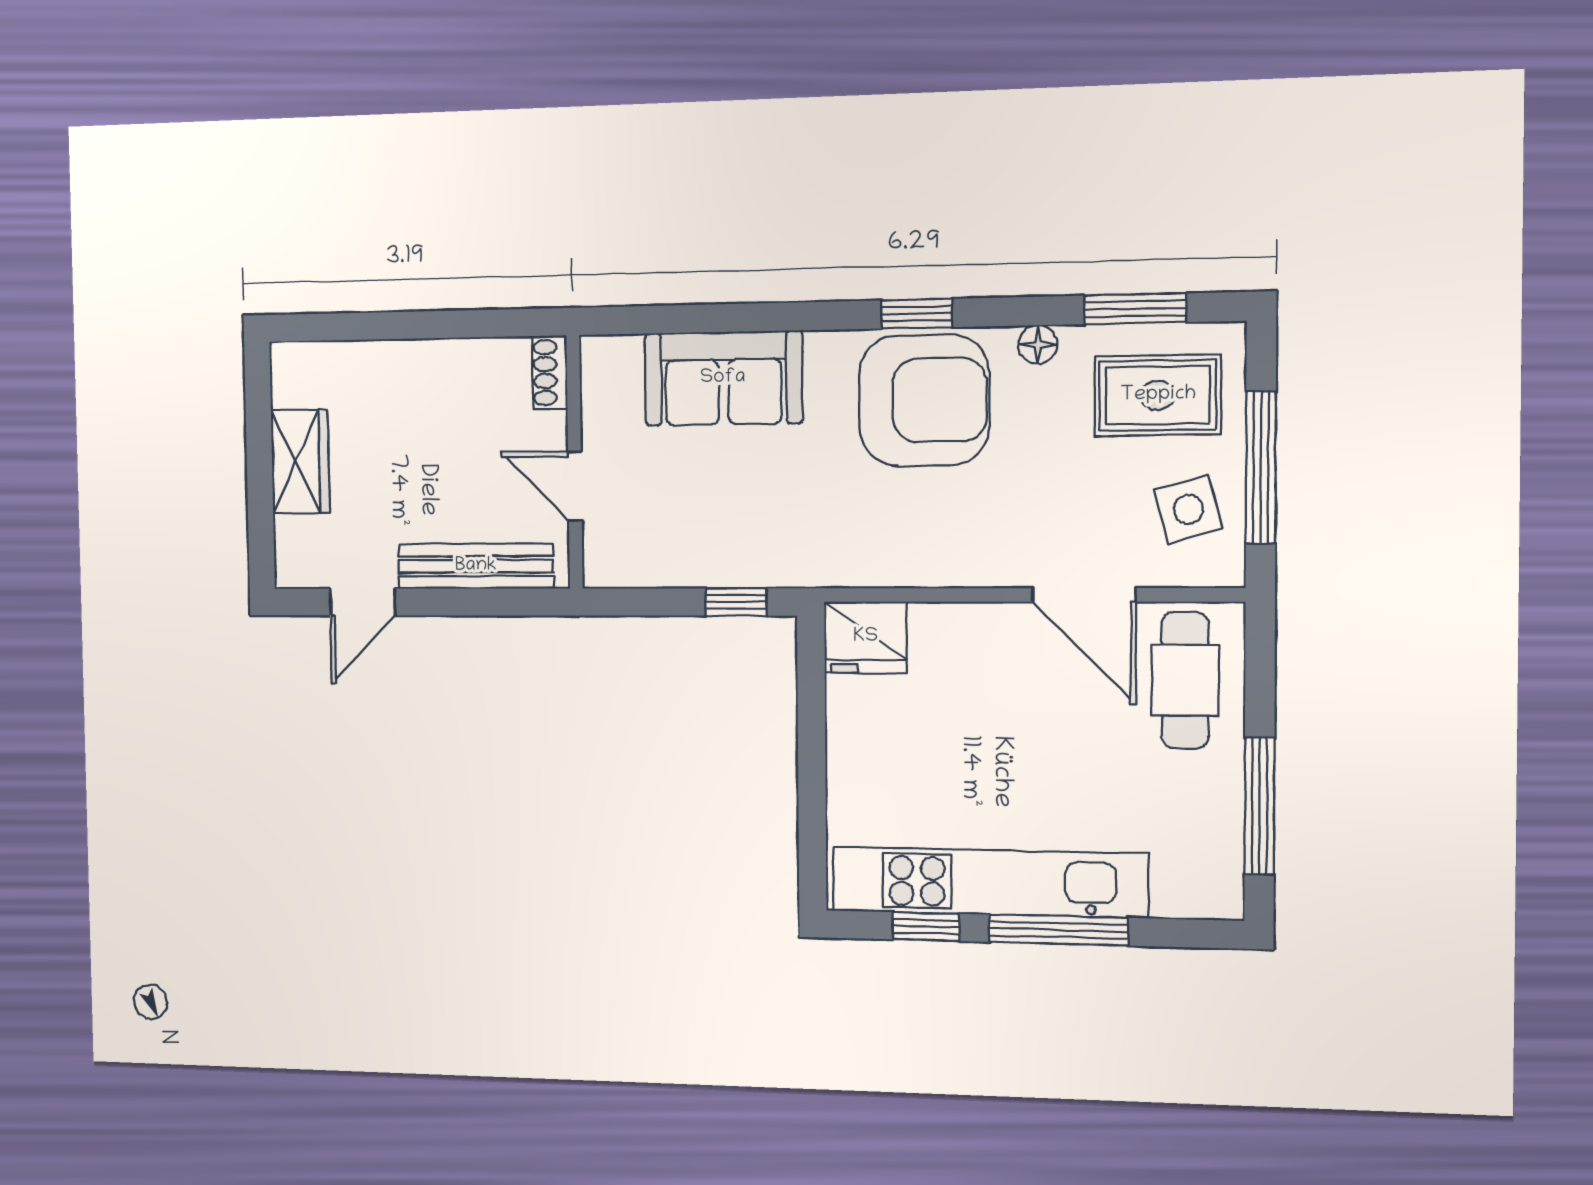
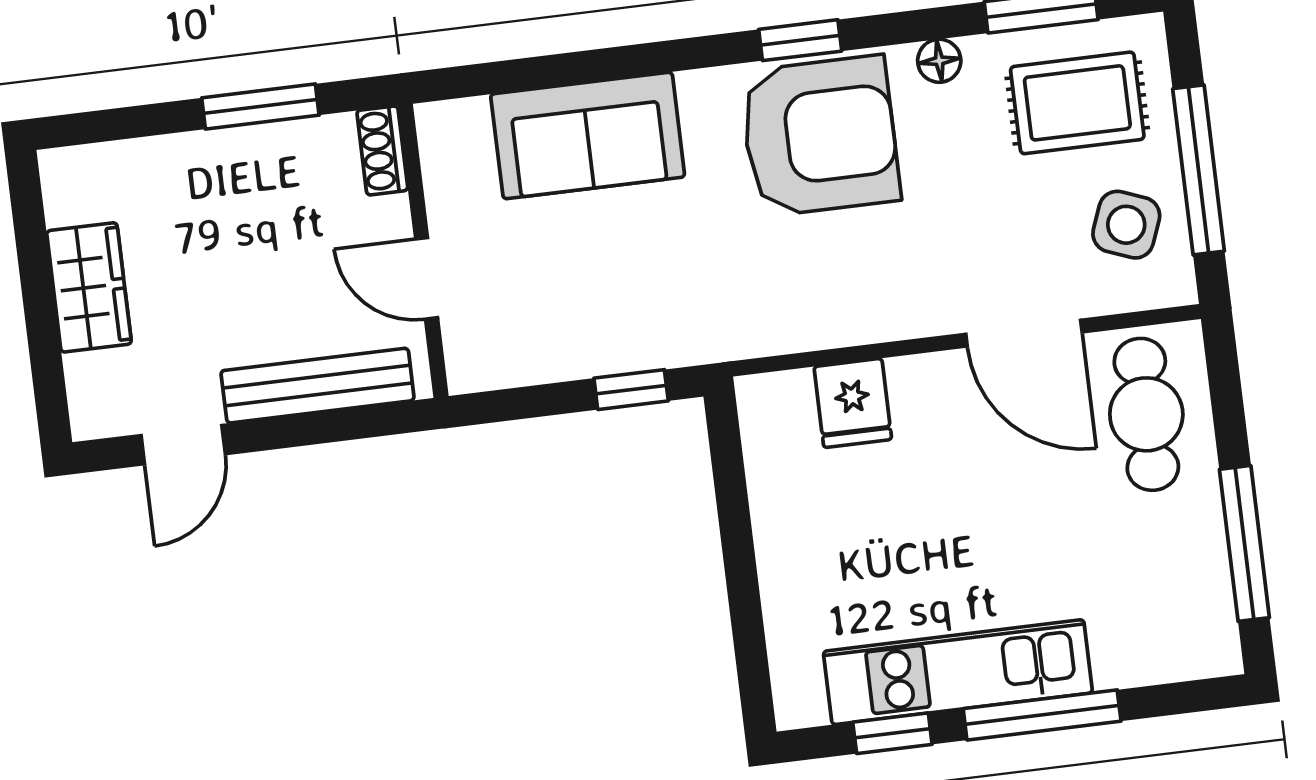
window: (453, 324) -> (260, 106), added
side table: (1188, 509) -> (1126, 225), turned 36
fridge: (866, 637) -> (853, 403), moved, width x0.72
kitchen unit: (989, 882) -> (958, 672), width x0.73

